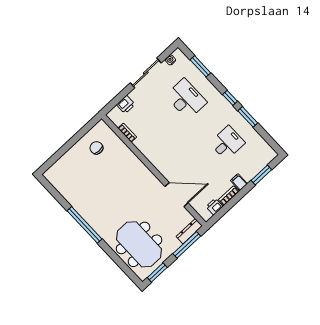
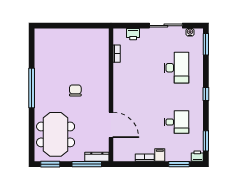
window: (200, 66) -> (206, 44), moved
window: (248, 117) -> (206, 141), moved
chair: (96, 148) -> (75, 90), moved
printer: (214, 207) -> (197, 156), moved

